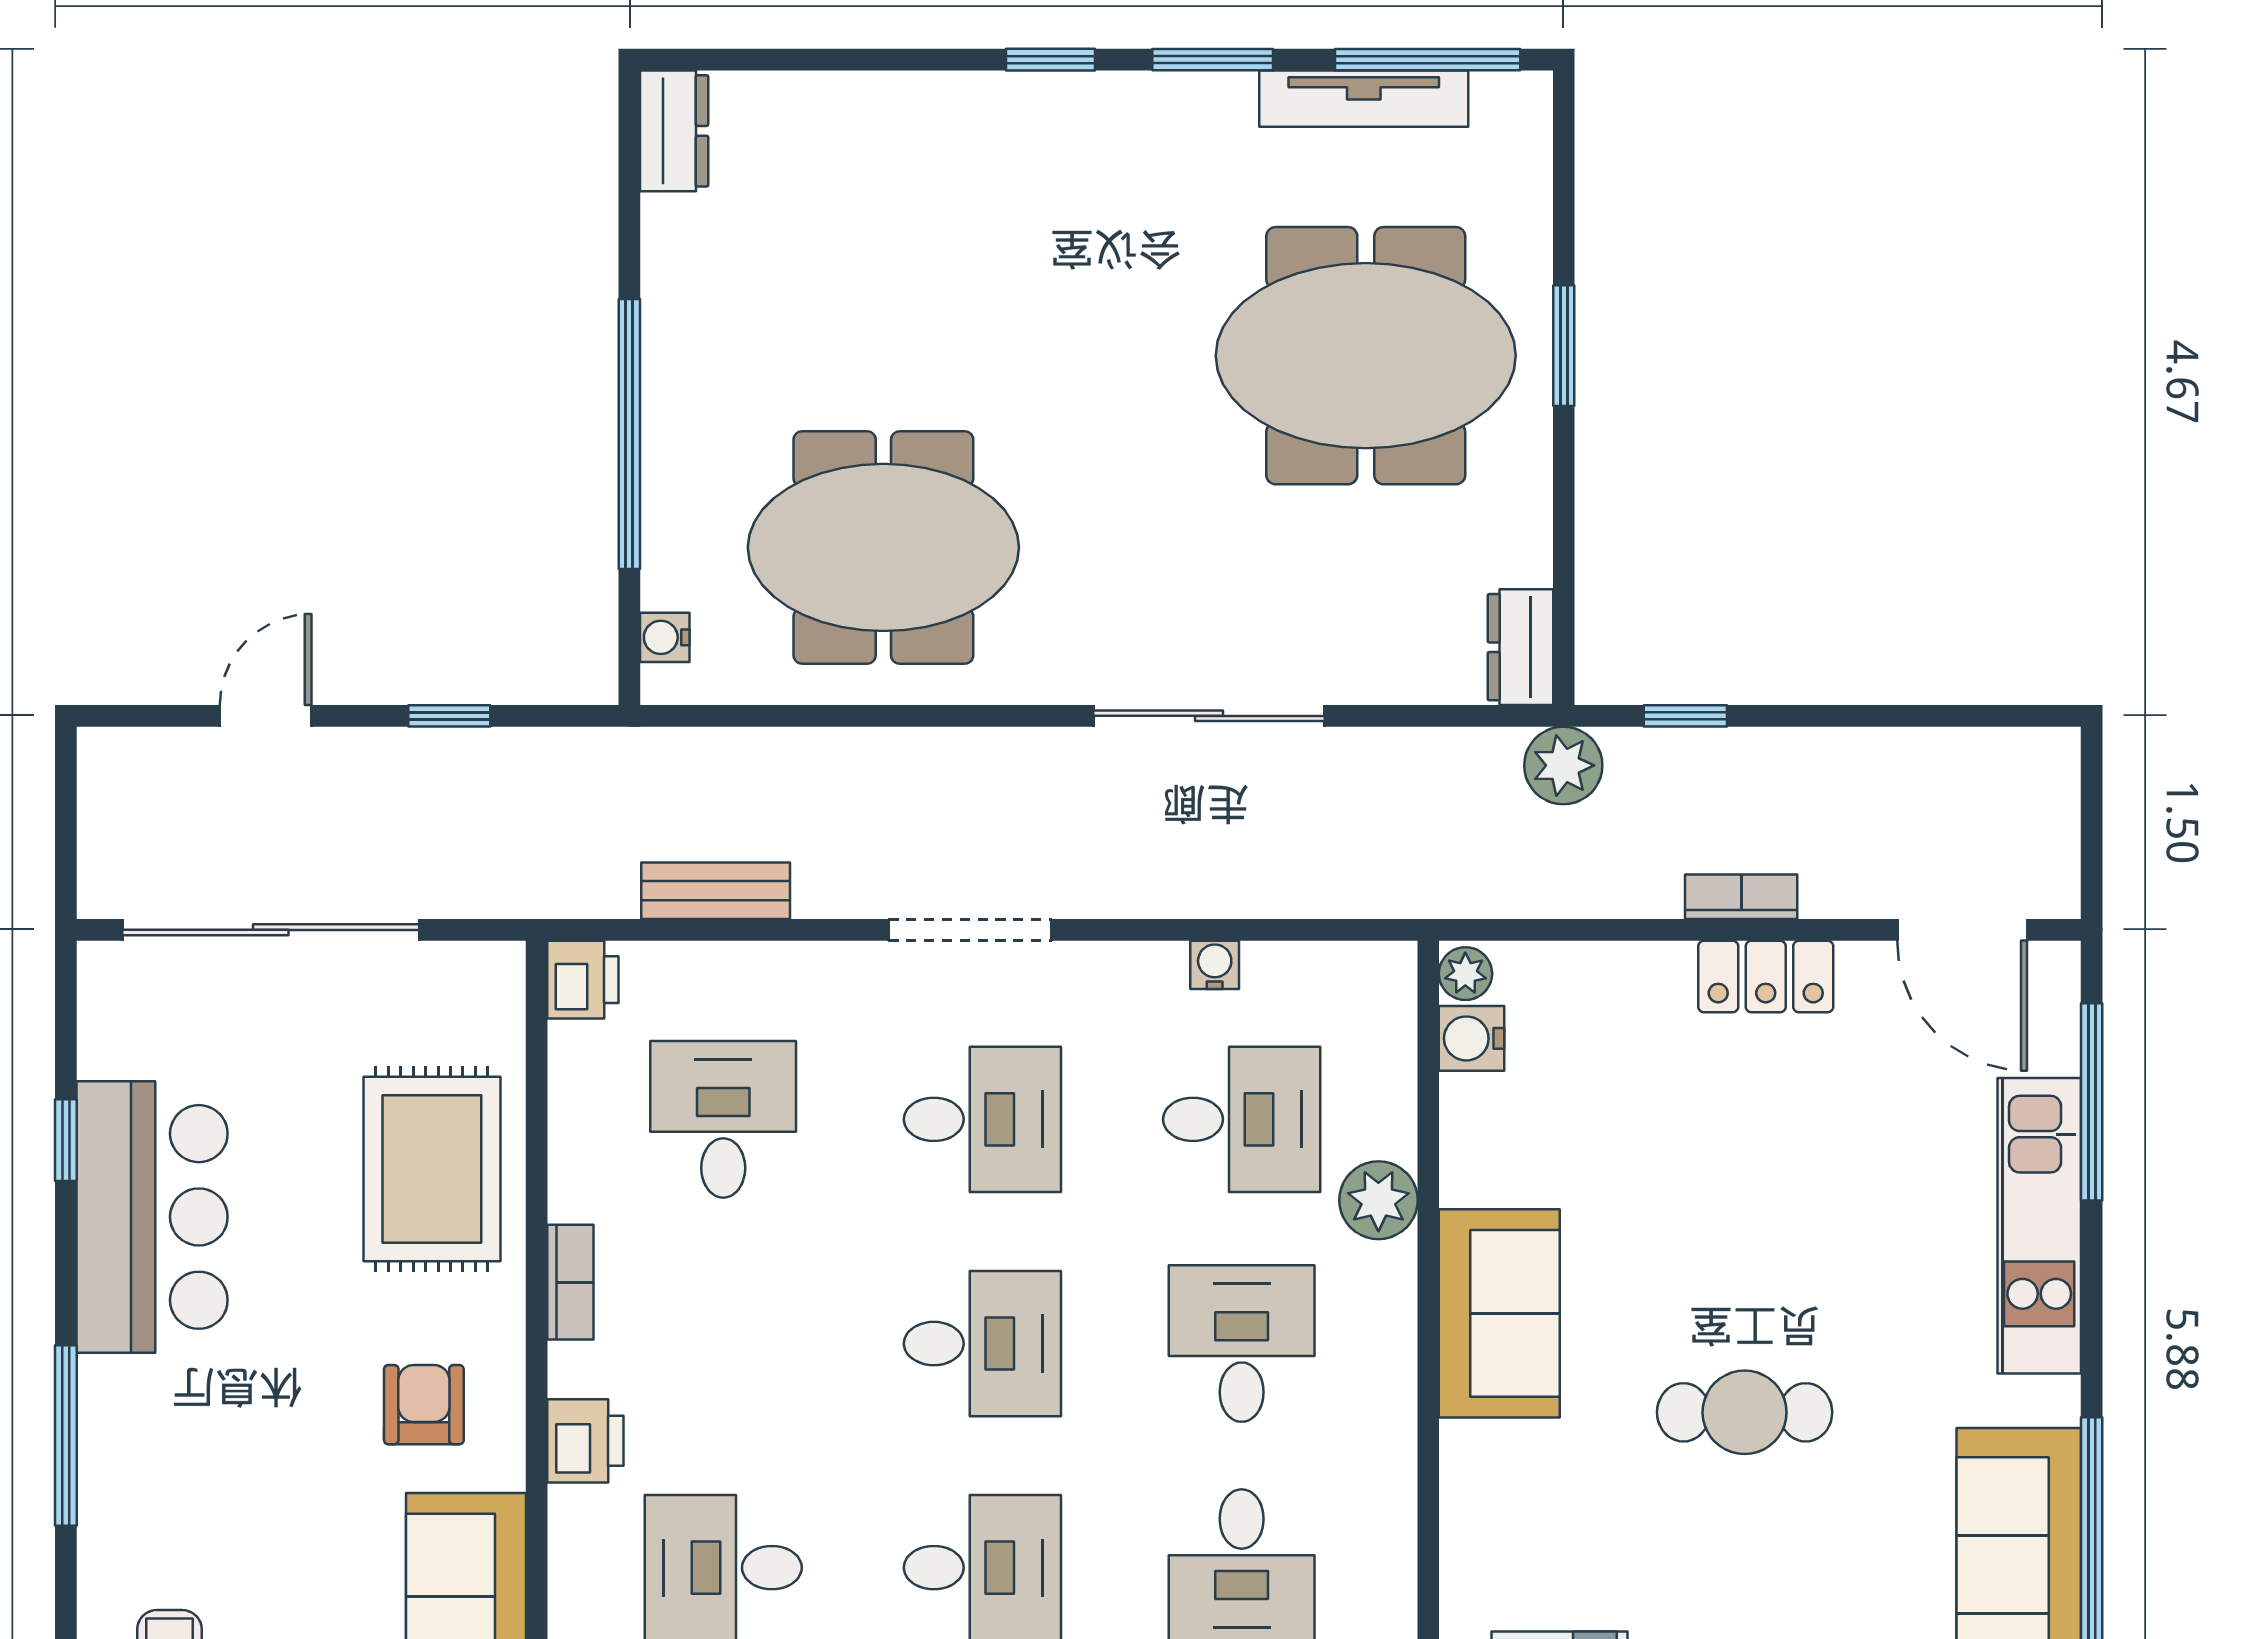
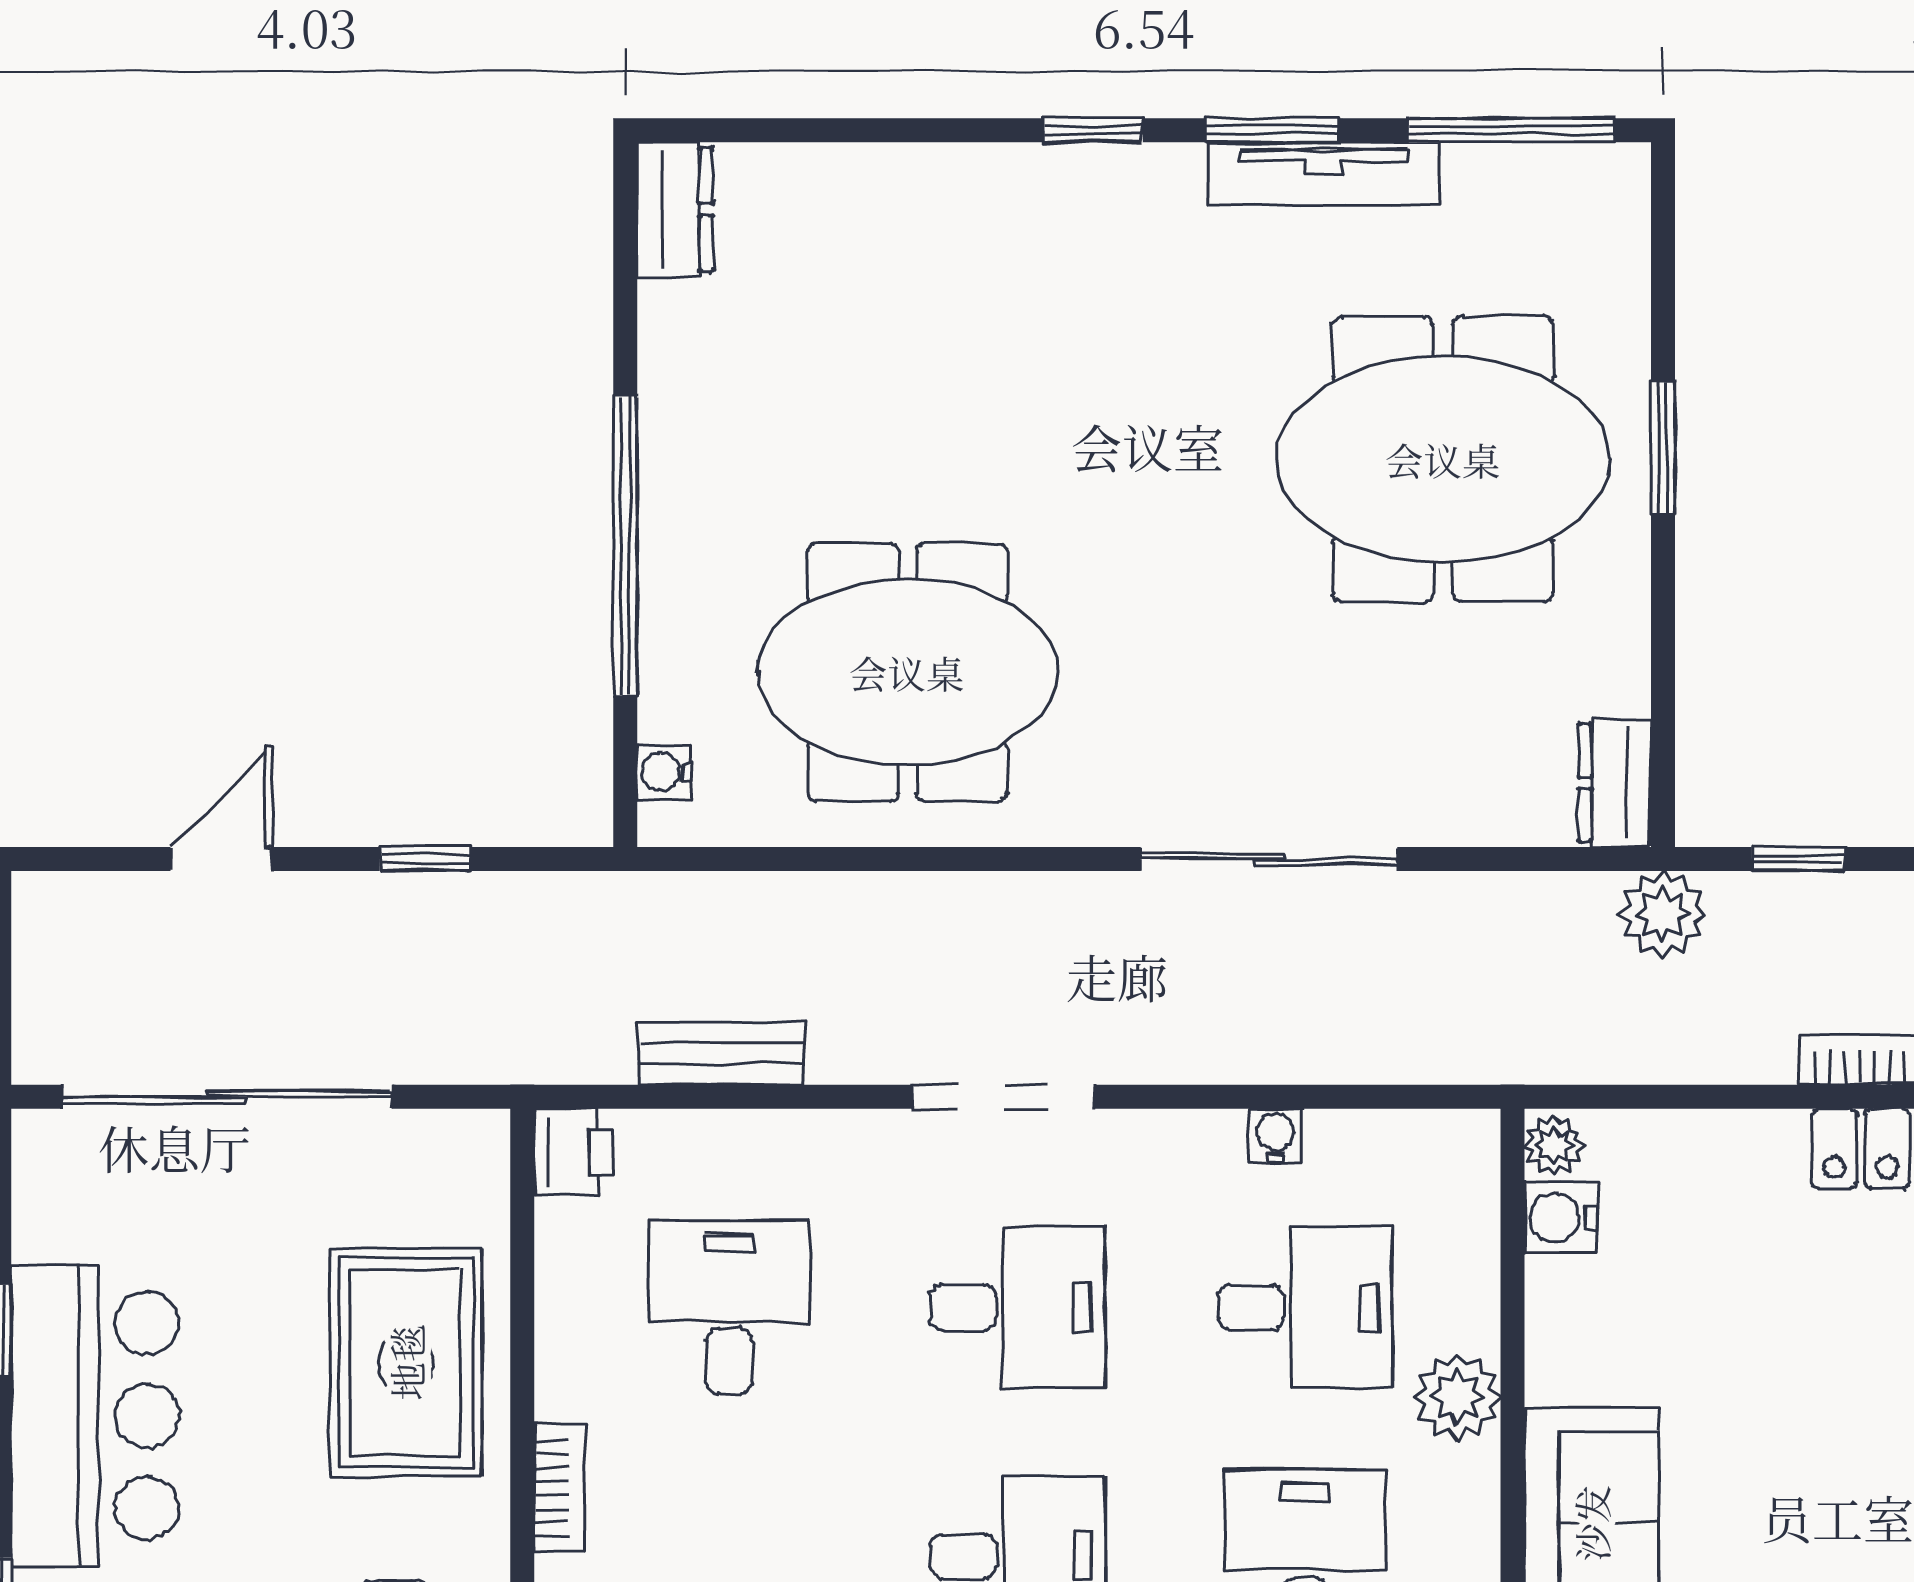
tv unit: (1364, 99) -> (1323, 174), moved

